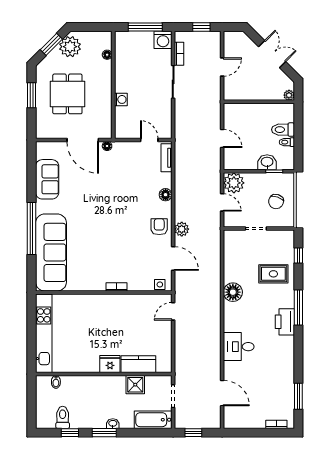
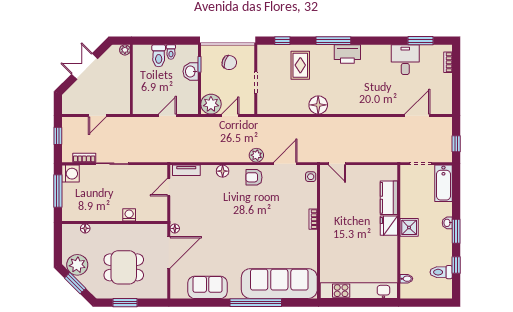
door: (222, 67) -> (97, 116), swing flipped
desk: (239, 347) -> (405, 60), moved, turned 180
shower: (135, 385) -> (409, 227), moved

